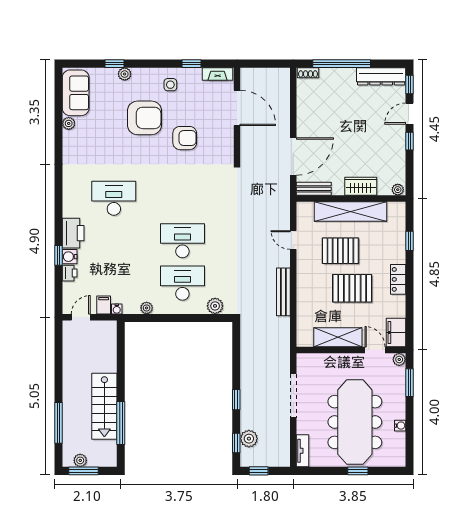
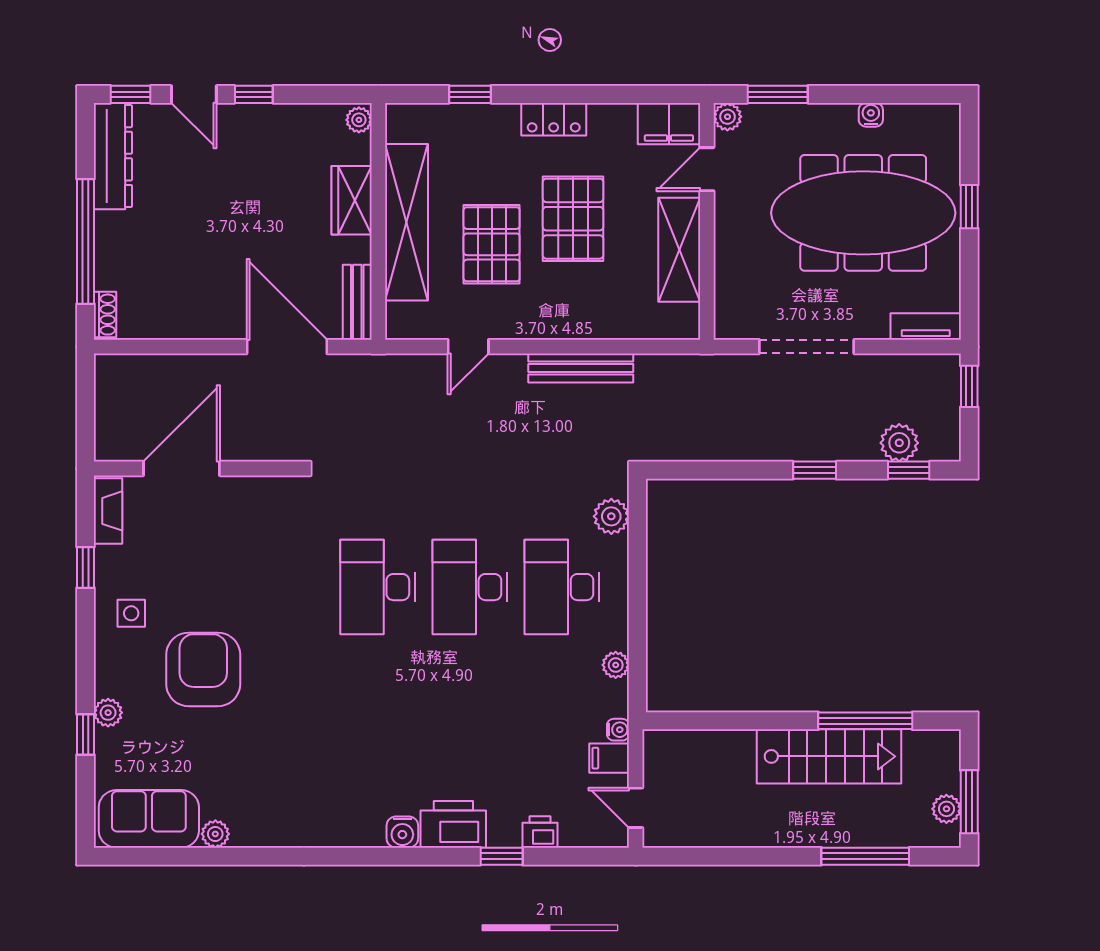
armchair: (185, 138) -> (247, 582), removed
desk: (114, 198) -> (378, 587), moved
water cooler: (70, 257) -> (402, 832), moved
window: (259, 471) -> (969, 386), moved

